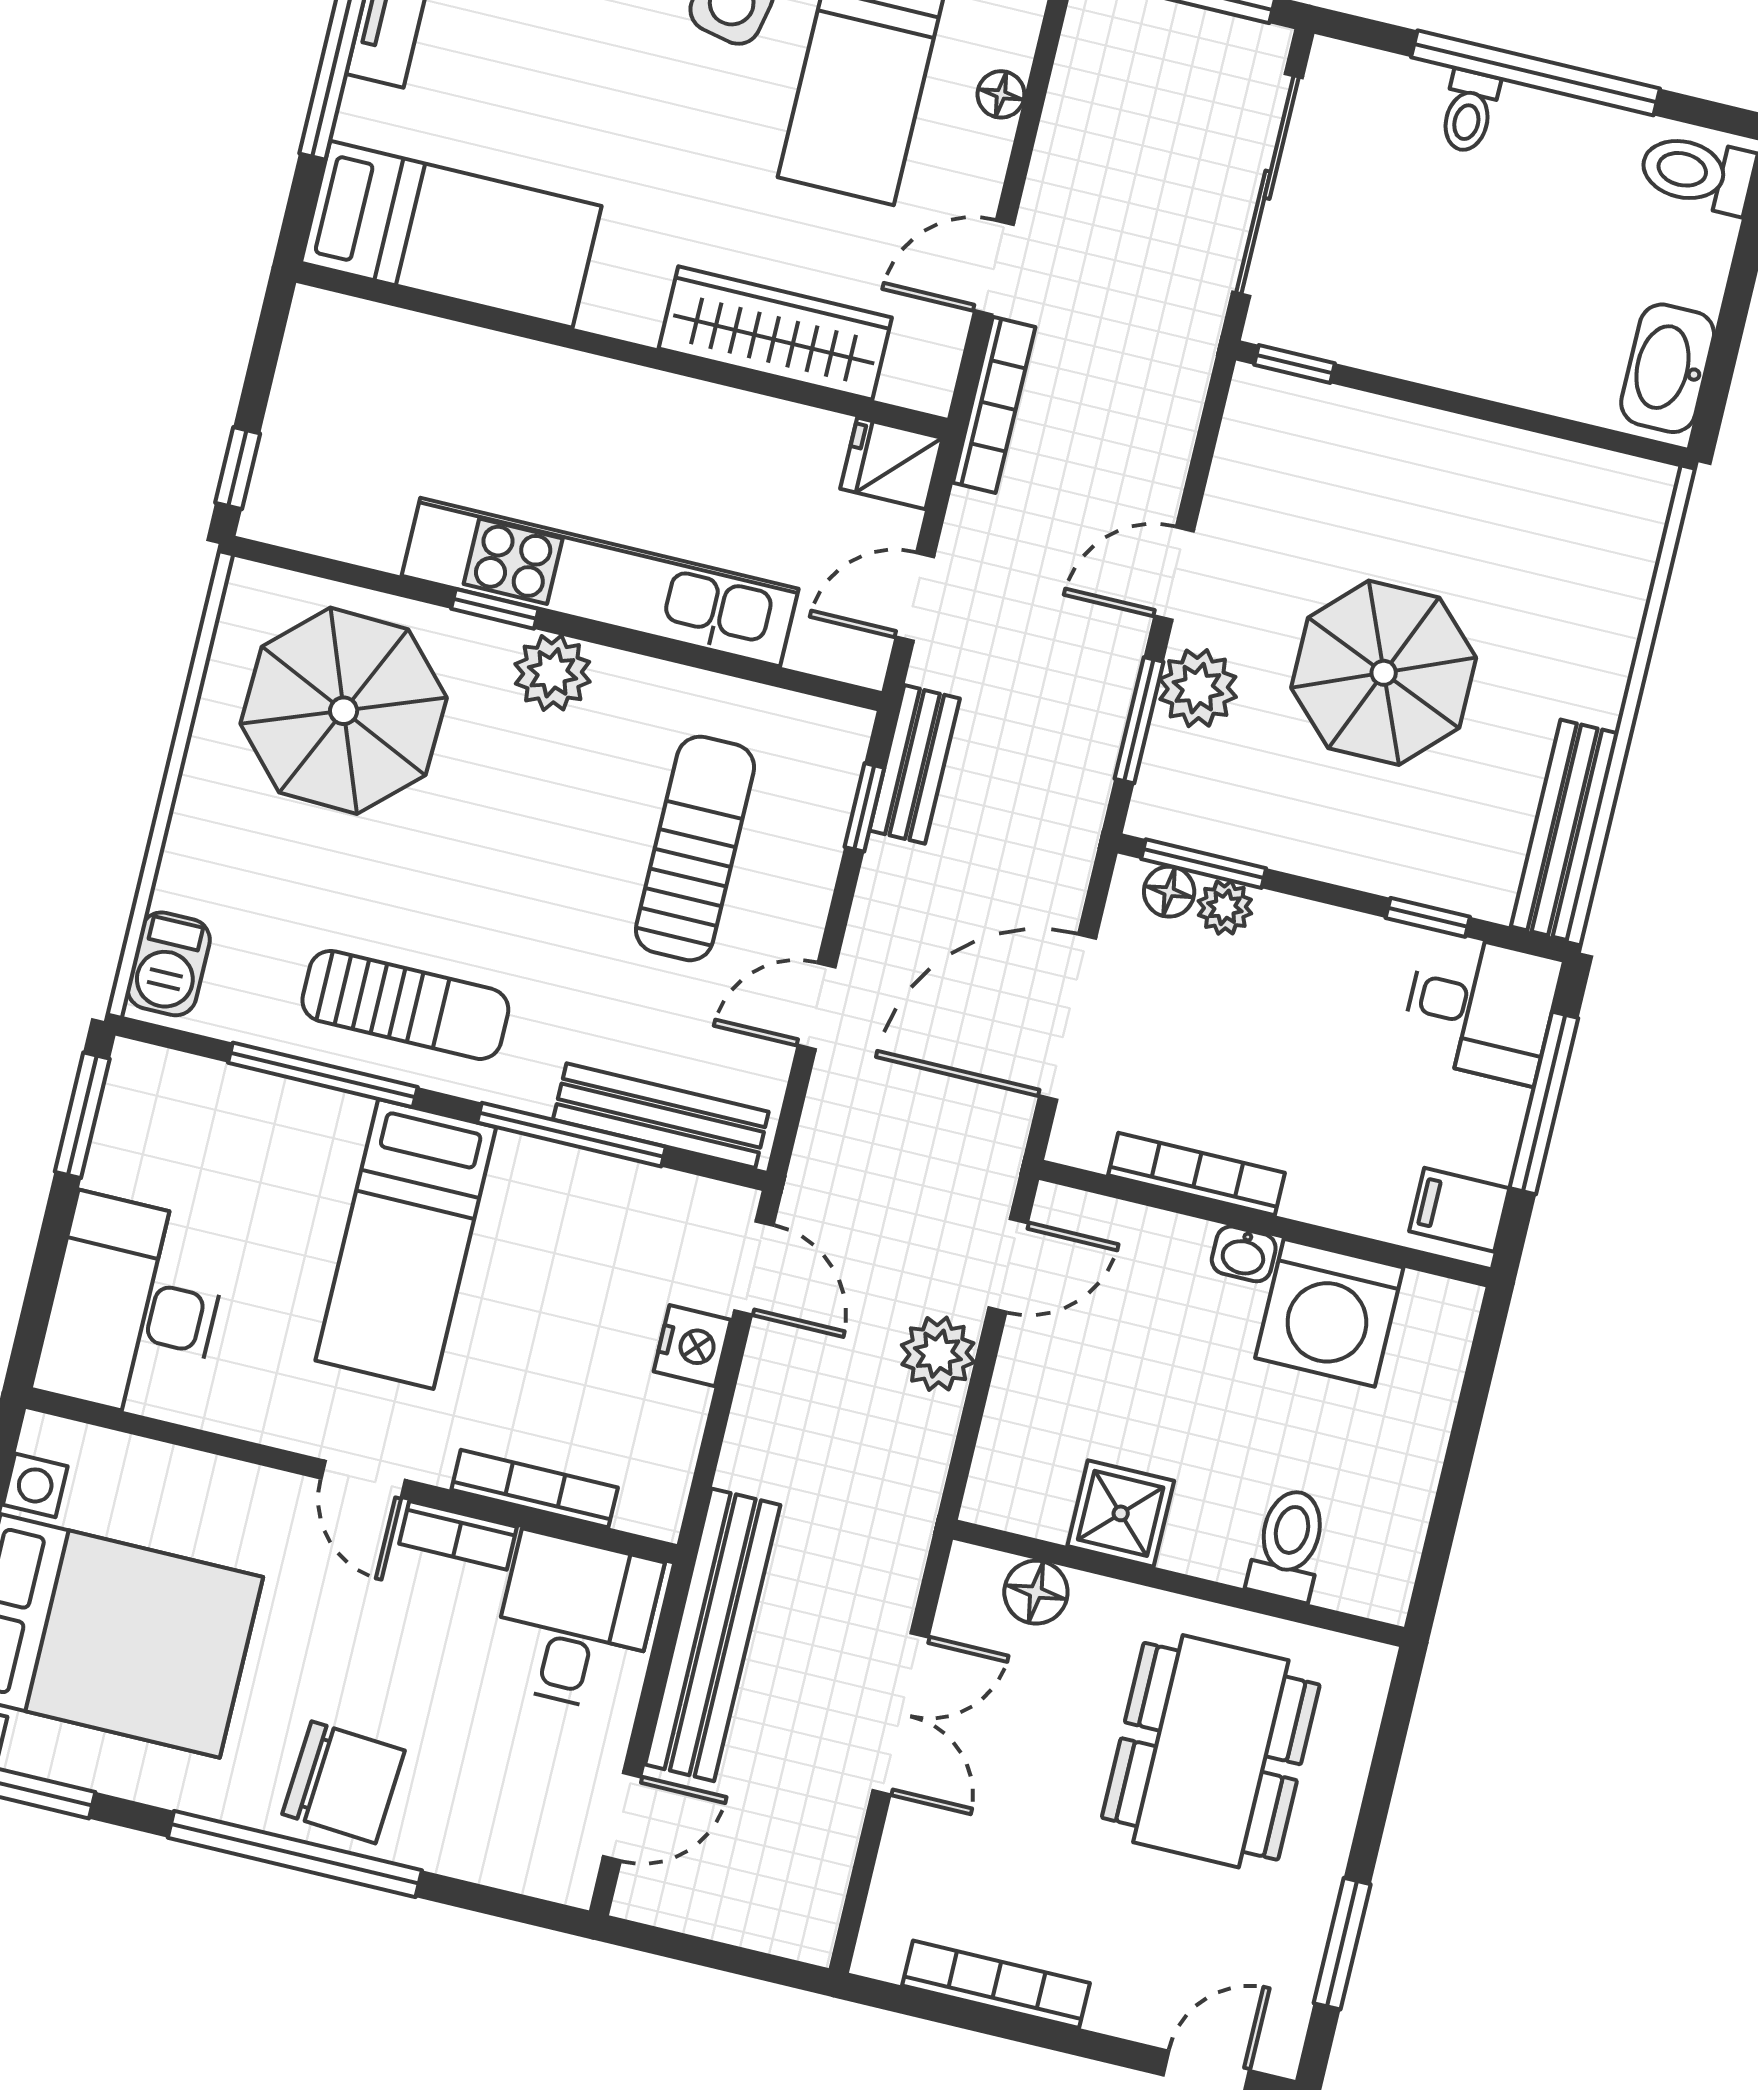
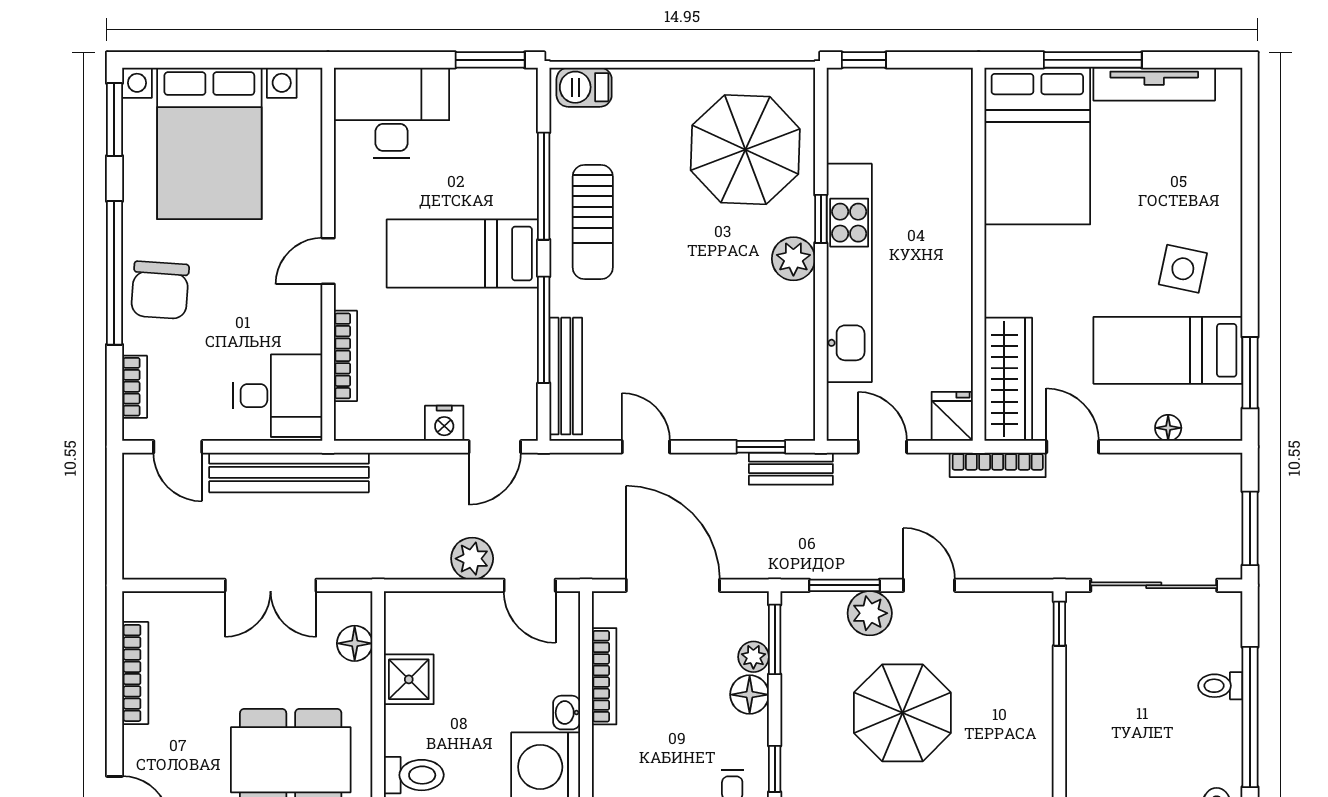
bed: (451, 234) -> (1037, 146), width x1.50
wardrobe: (775, 333) -> (1008, 379), moved
sun lounger: (695, 848) -> (716, 360), removed
floor lamp: (1169, 892) -> (750, 695), moved, width x1.37, depth x1.37
bookcase: (458, 1535) -> (135, 387), moved, turned 180

